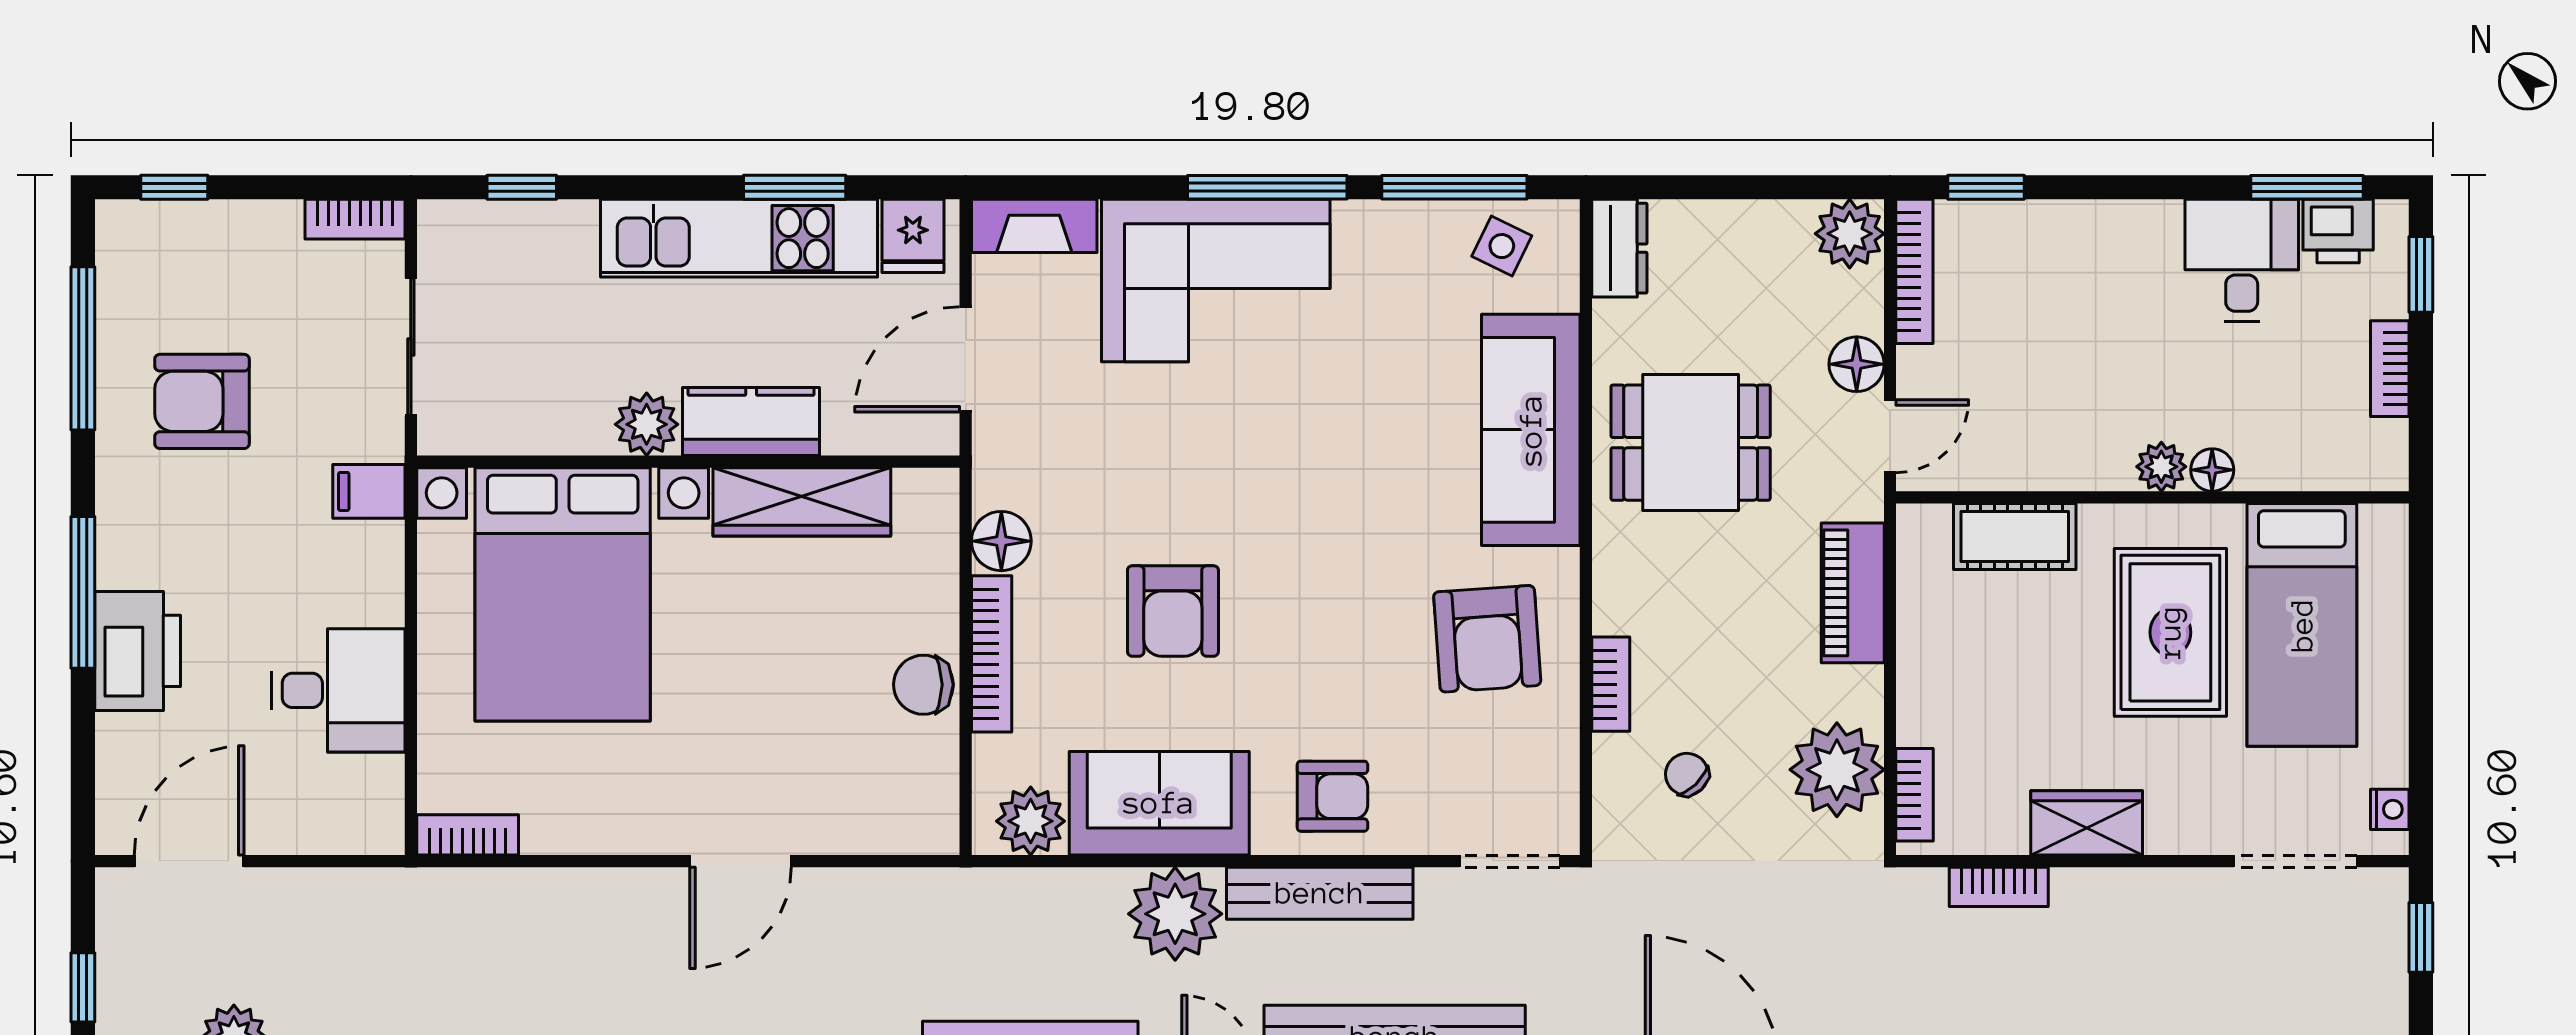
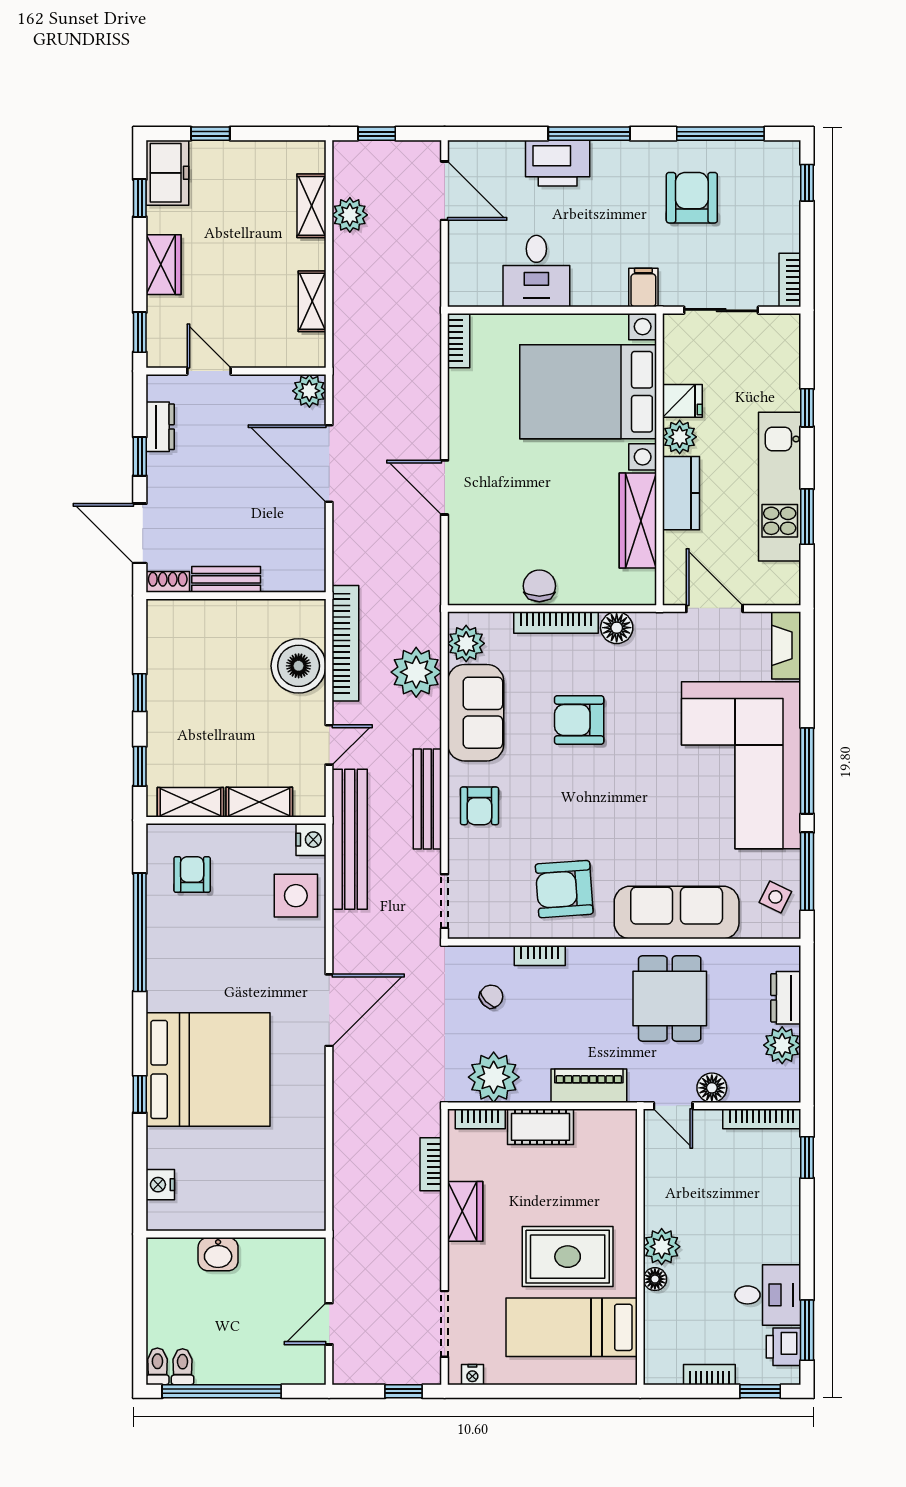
window: (522, 187) -> (807, 408), moved
plant: (1850, 234) -> (782, 1045), moved
fridge: (913, 236) -> (682, 401), moved, turned 180
dresser: (1619, 248) -> (786, 998), moved, turned 90
corner sofa: (1216, 281) -> (741, 765), width x1.36, depth x1.36
plant: (2161, 467) -> (662, 1247), width x1.38, depth x1.38
cot: (2015, 537) -> (541, 1127), moved, turned 90
plant: (1175, 914) -> (416, 672), moved

